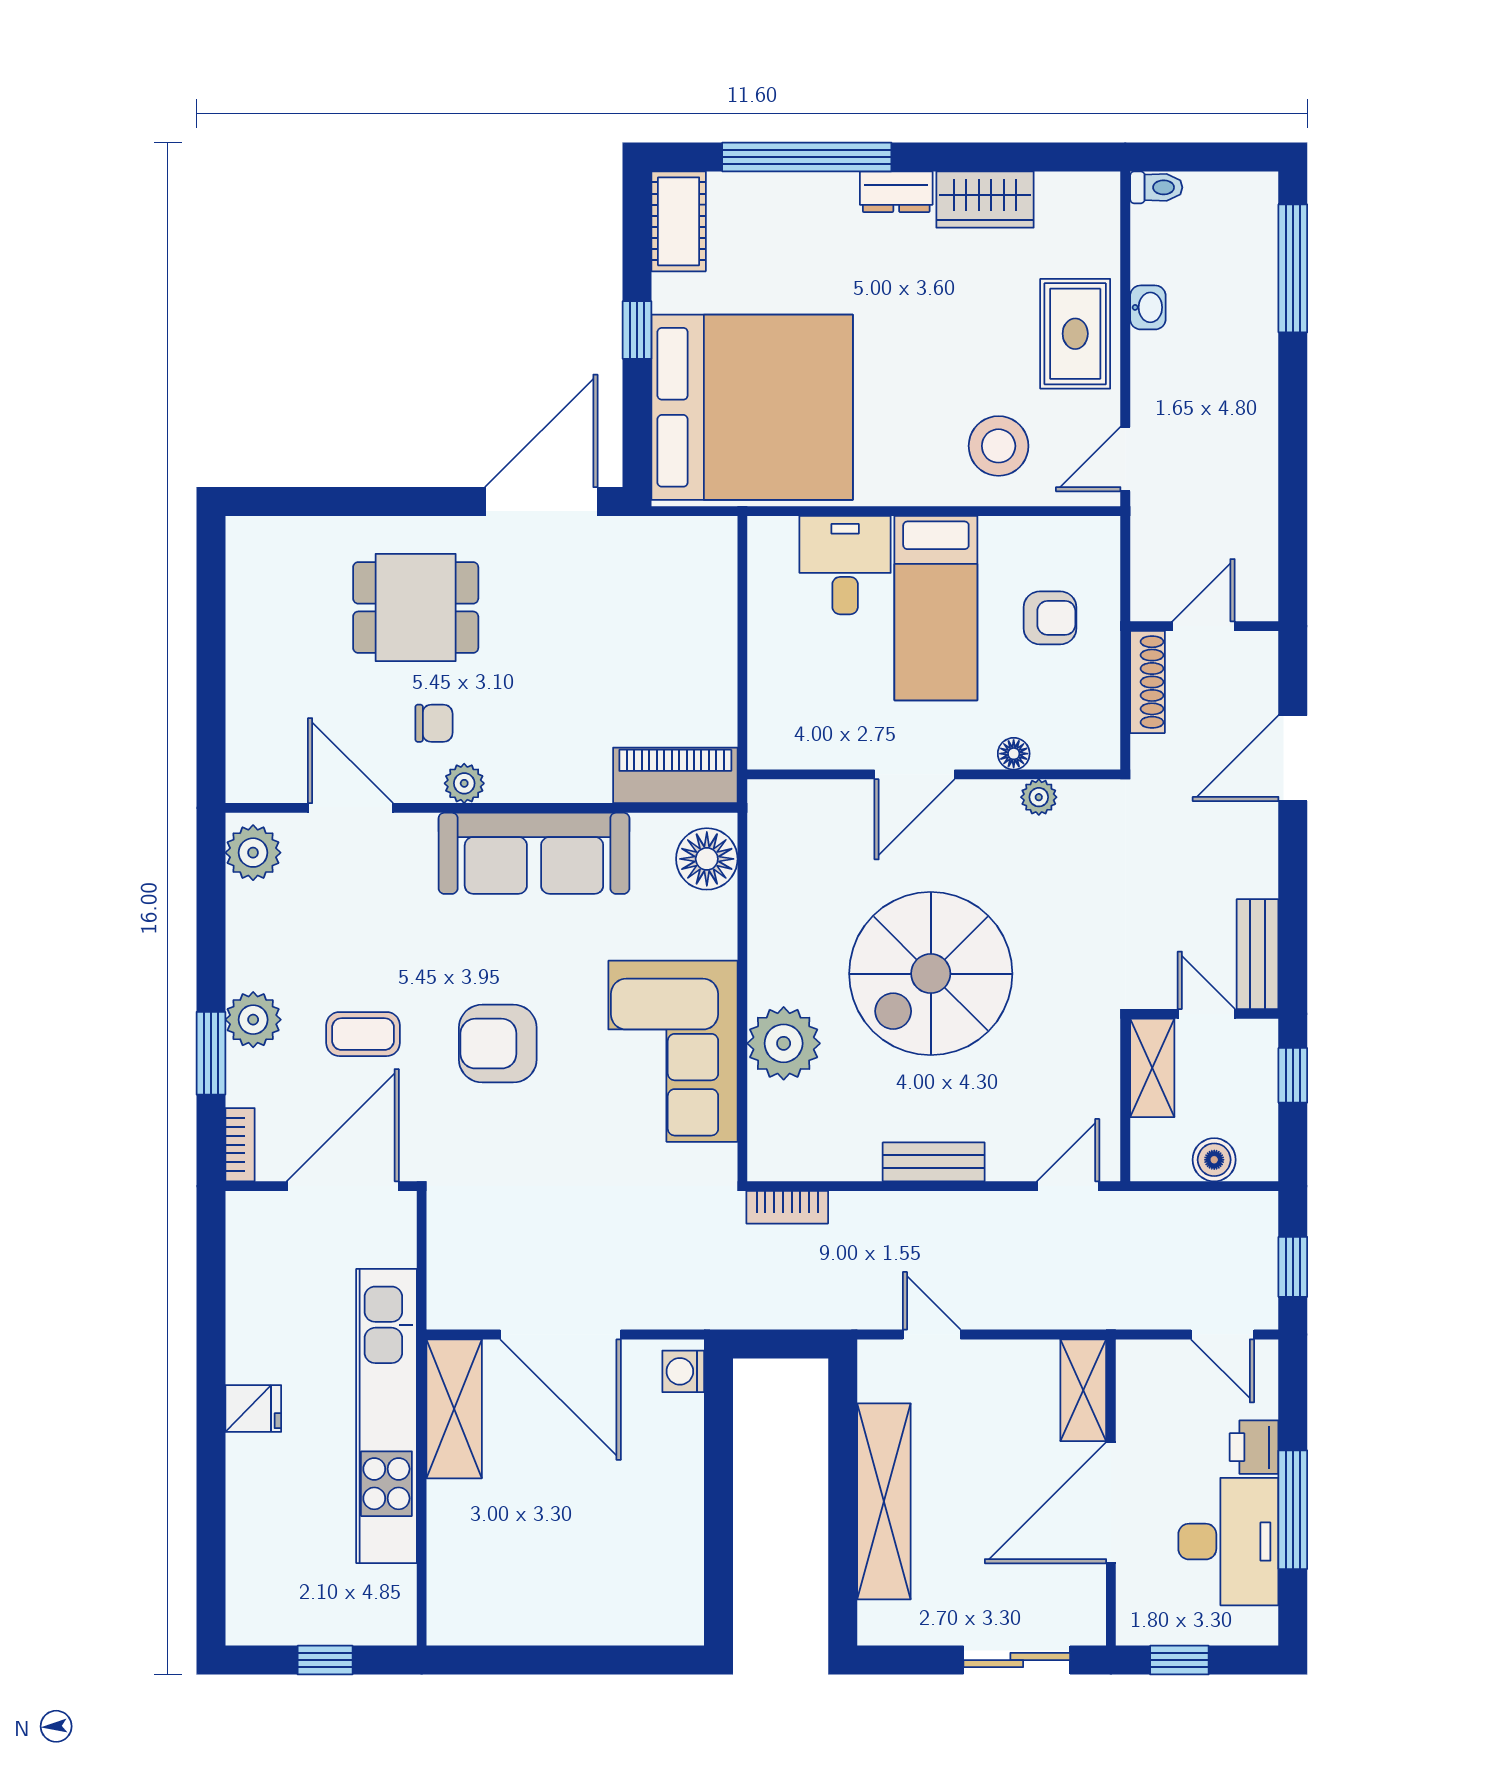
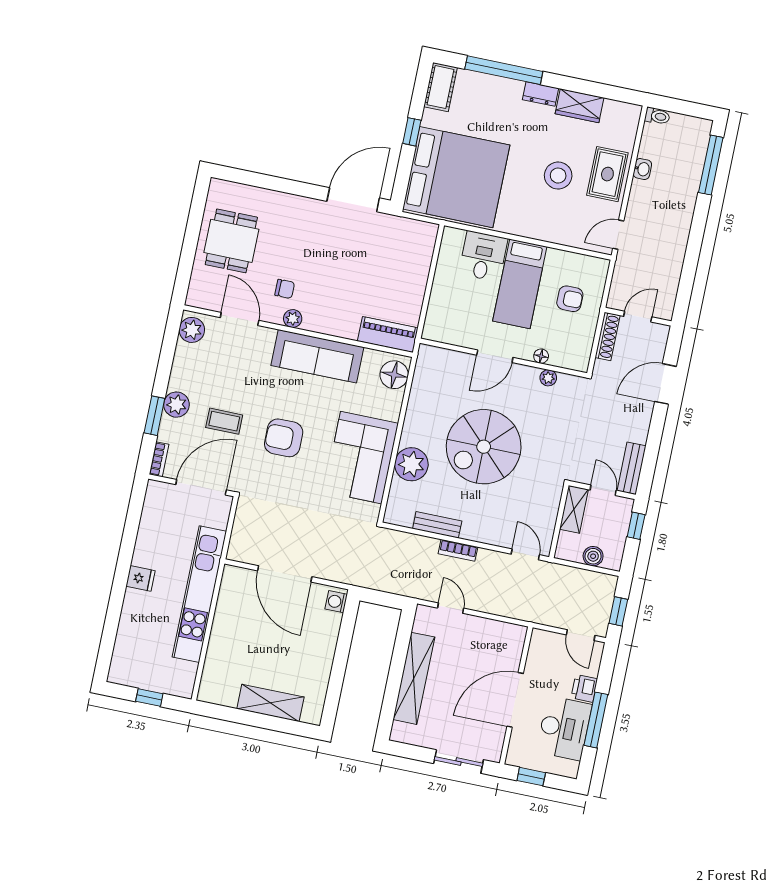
stool: (999, 446) -> (558, 176), moved
dining table: (416, 608) -> (231, 241), moved, turned 90
bench: (934, 1162) -> (437, 525), moved
door: (1068, 1186) -> (525, 554), hinge flipped
bookcase: (787, 1207) -> (458, 550), moved
shelving: (1083, 1390) -> (513, 647), removed
shelving: (454, 1409) -> (270, 703), moved, turned 90

